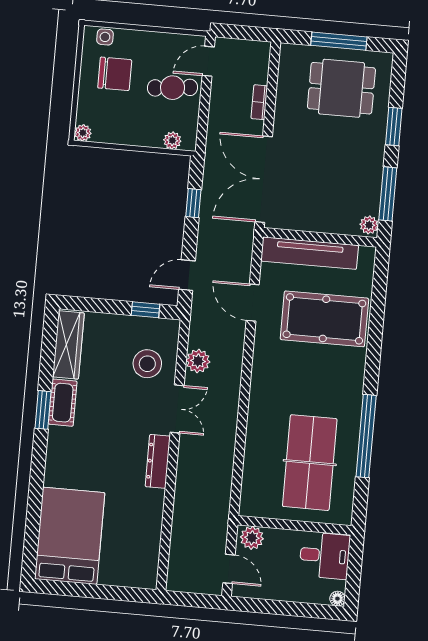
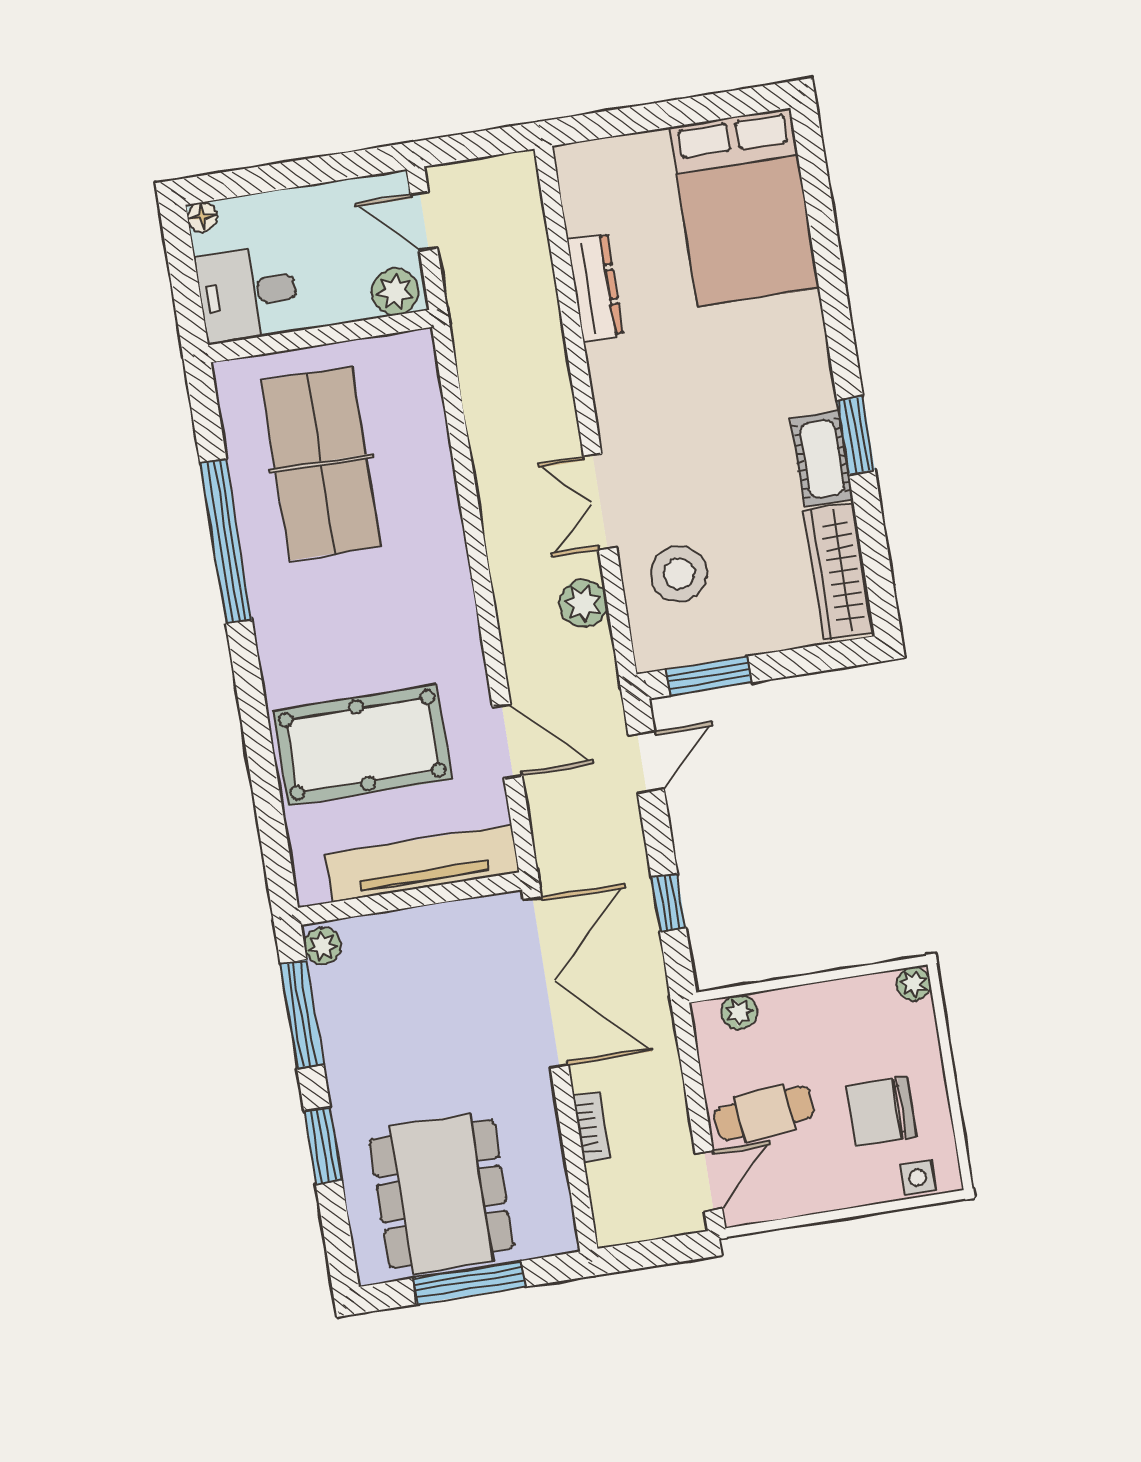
dining table: (341, 88) -> (441, 1194), width x1.38
window: (145, 310) -> (709, 676), width x1.50
dresser: (158, 461) -> (595, 287), moved

